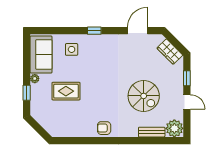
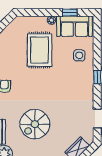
rug: (66, 91) -> (39, 50), width x1.36, depth x1.43
window: (27, 93) -> (70, 13), moved

